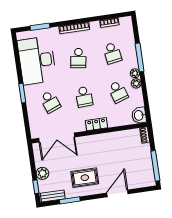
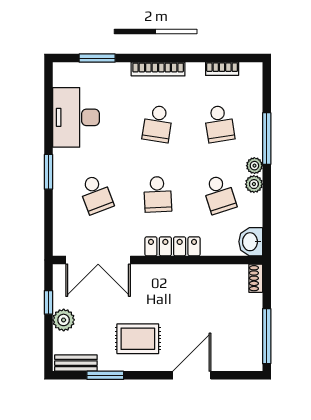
desk: (37, 60) -> (76, 117), width x0.73, depth x0.77
locker: (96, 124) -> (172, 246), width x1.53
window: (36, 187) -> (48, 302), moved

